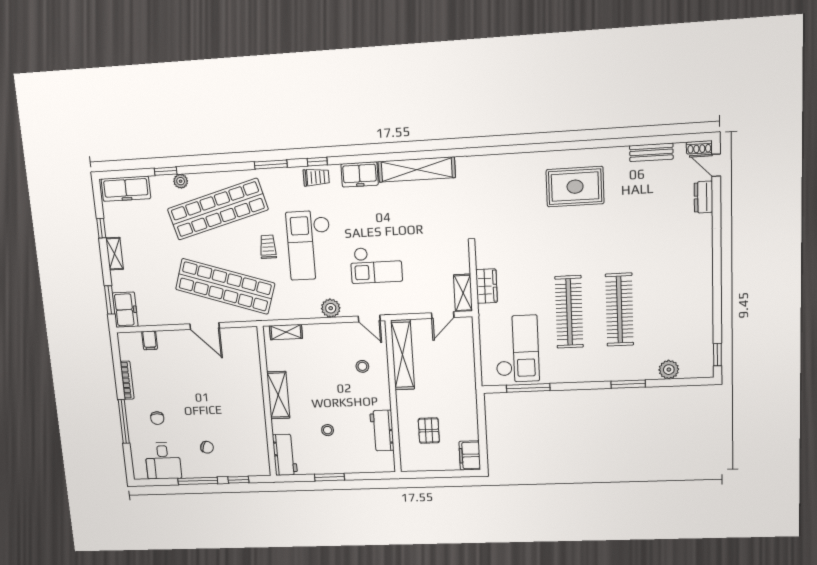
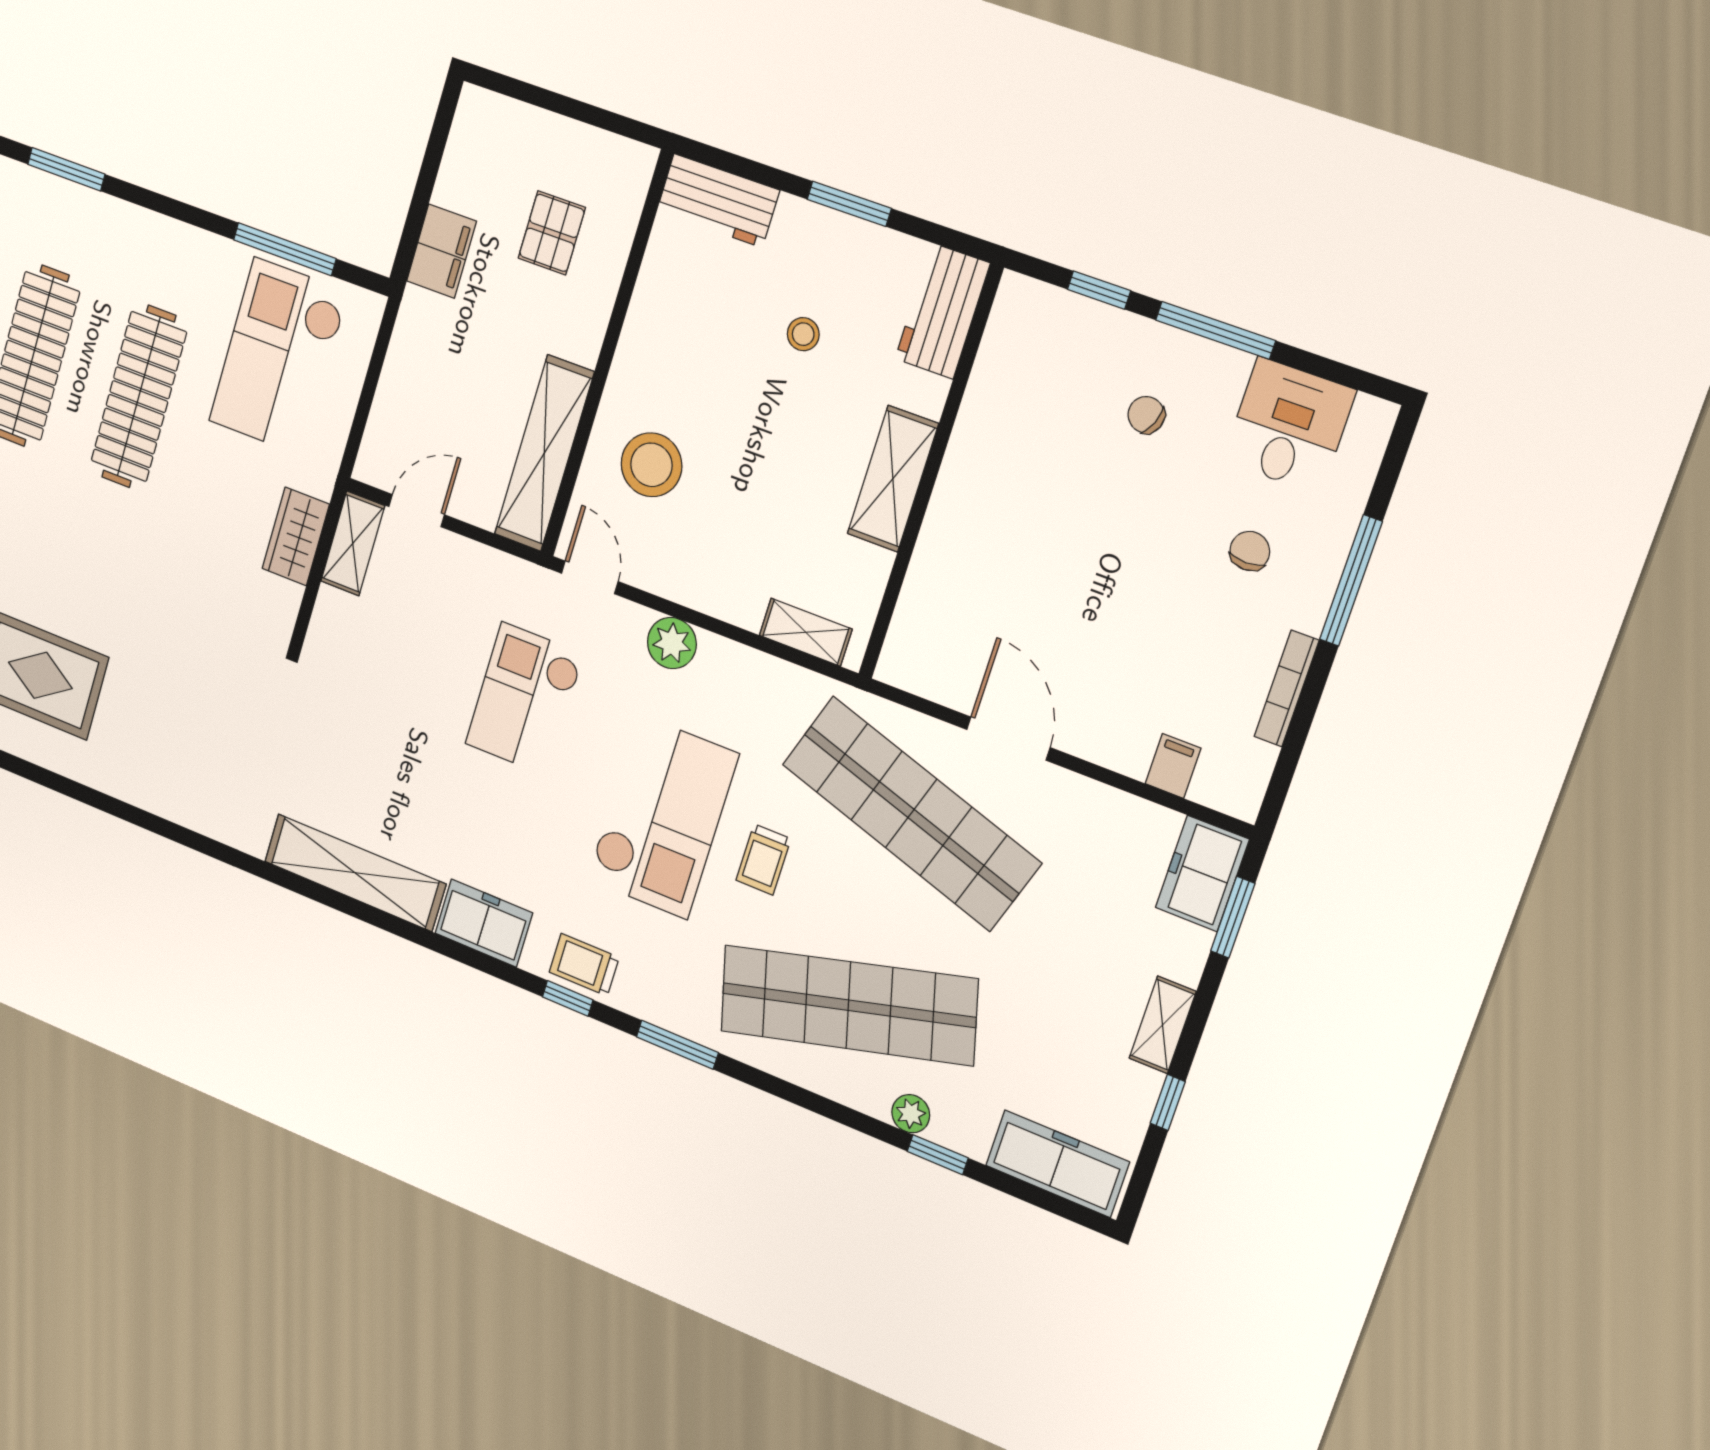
checkout: (376, 265) -> (525, 699), turned -90
stool: (362, 366) -> (651, 465), width x1.89, depth x1.89
workbench: (382, 431) -> (718, 201), moved, turned 90
filing cabinet: (470, 455) -> (441, 251), moved

